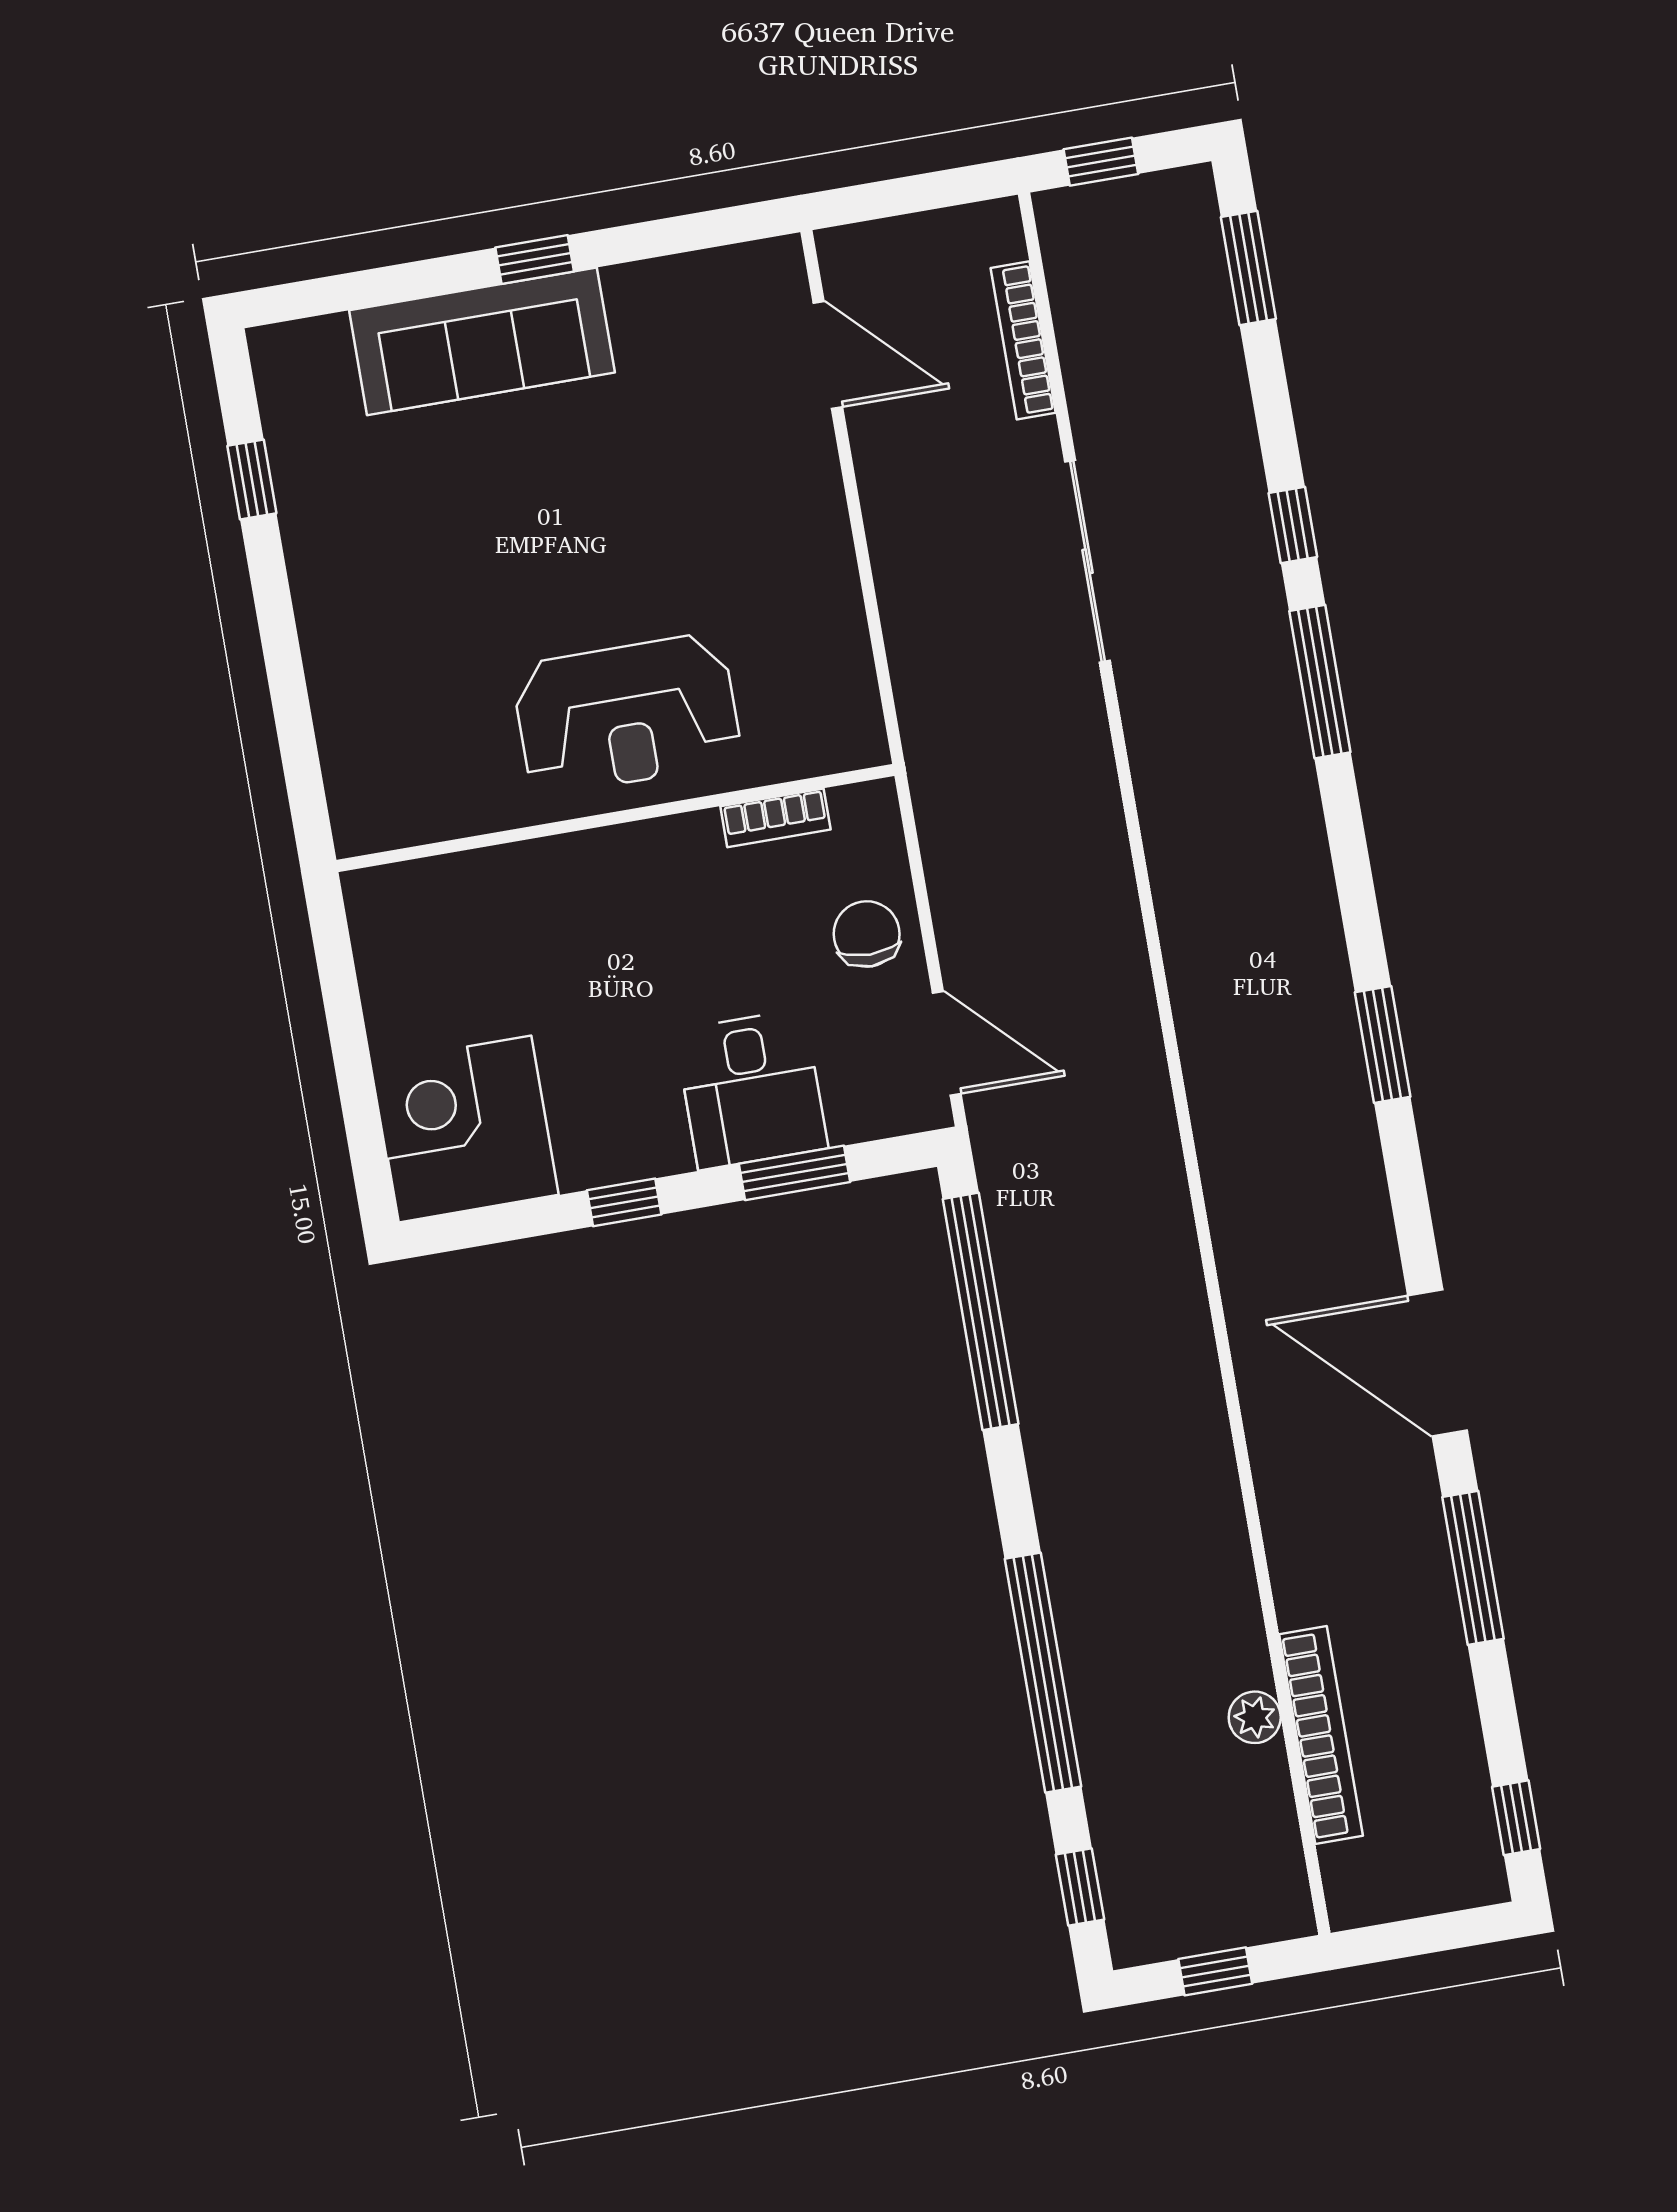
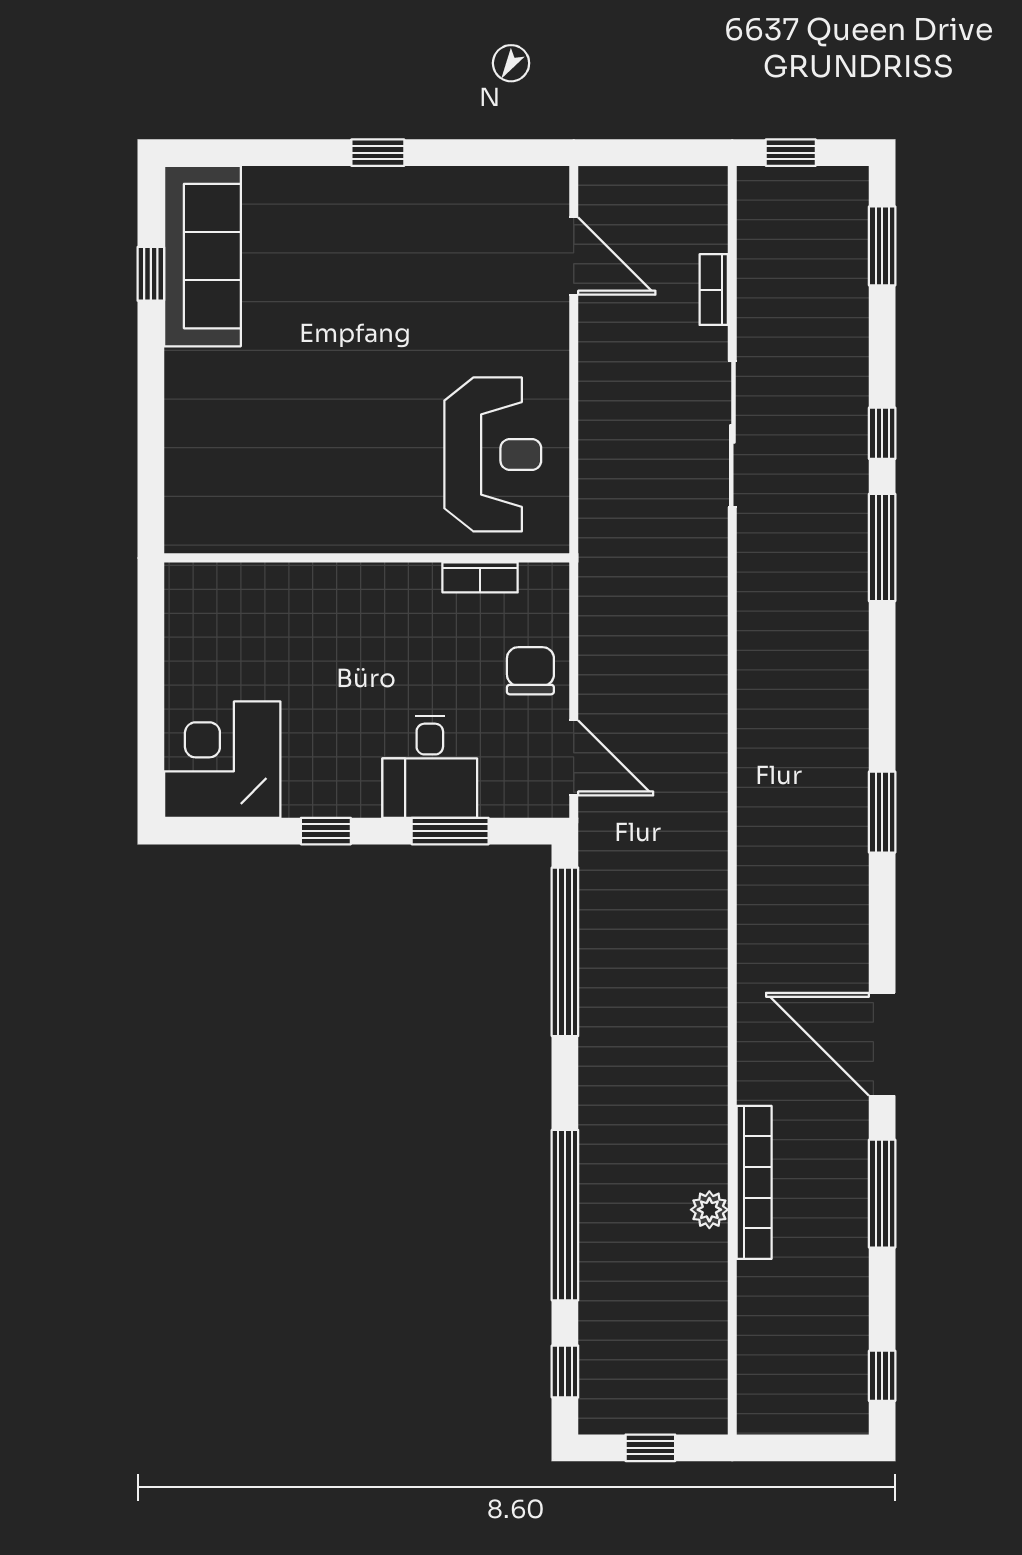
bookcase: (1023, 340) -> (714, 290), width x0.64
sofa: (482, 341) -> (202, 256), moved, turned -90
reception desk: (627, 714) -> (493, 454), moved, turned -90
plant: (1255, 1717) -> (709, 1210), moved
bookcase: (1321, 1735) -> (754, 1182), moved

